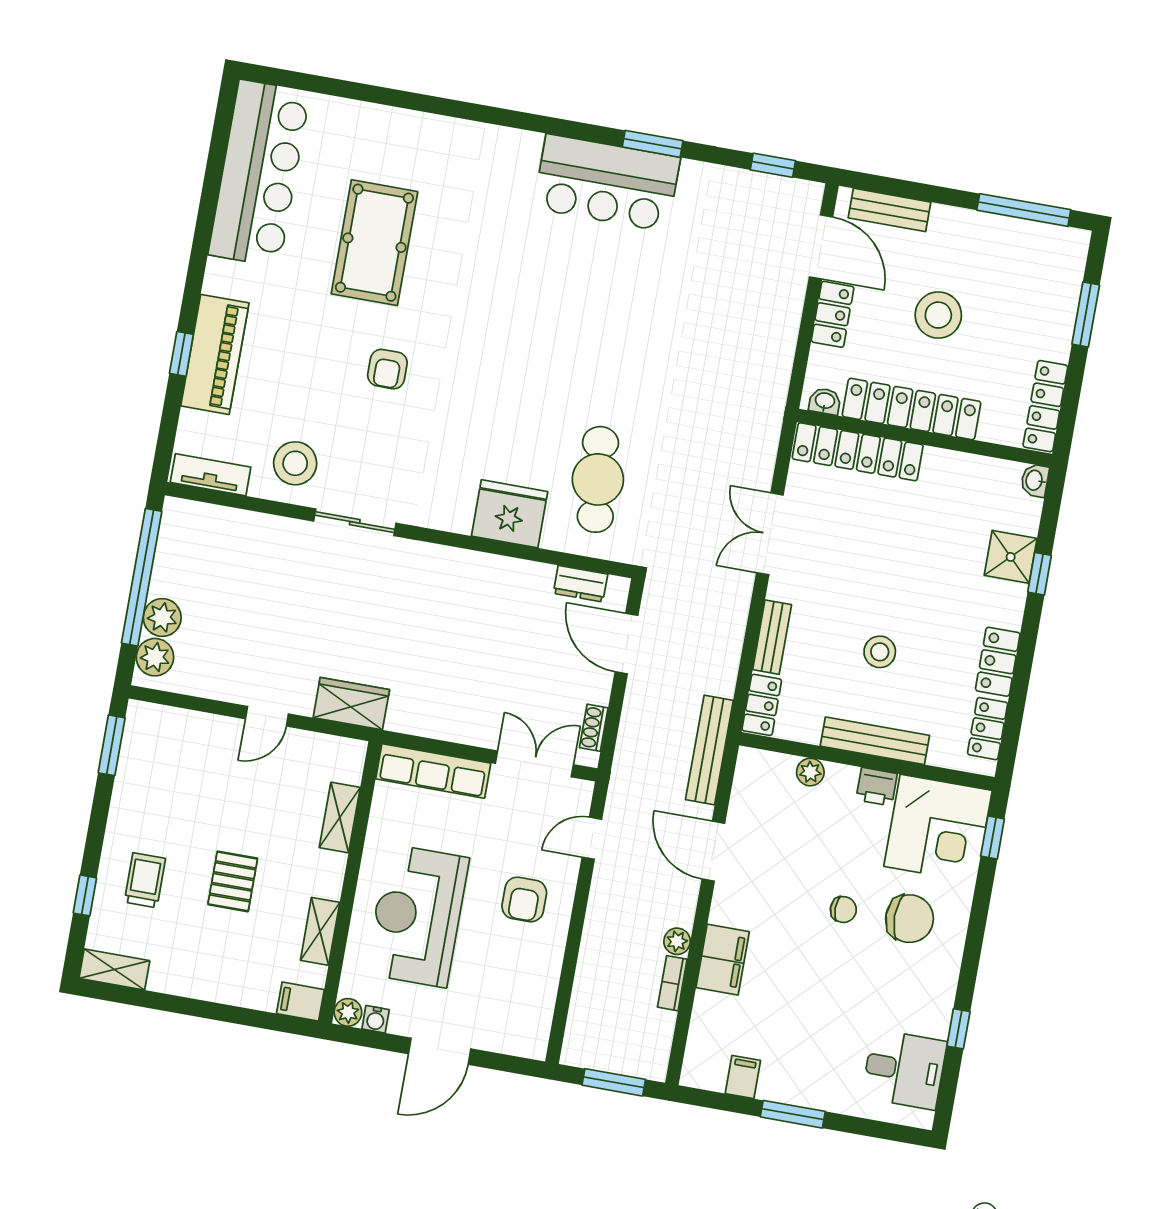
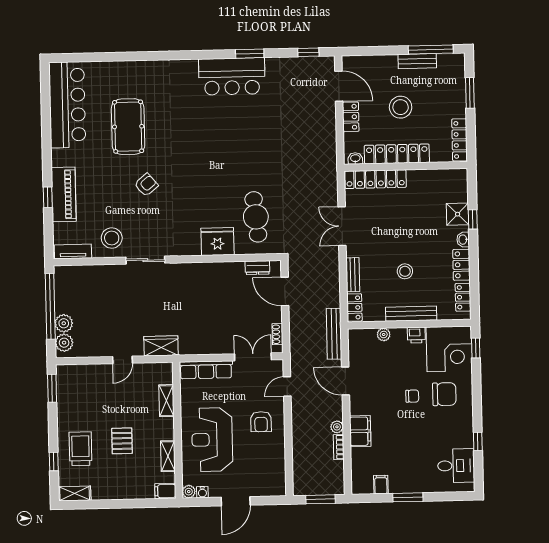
bench: (889, 210) -> (417, 61), moved
armchair: (387, 369) -> (146, 185), turned -130
washbasin: (1035, 480) -> (463, 240), moved
trolley: (145, 880) -> (81, 449), width x1.36, depth x1.39

